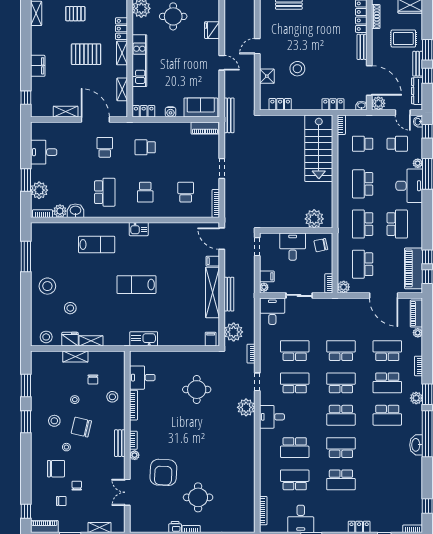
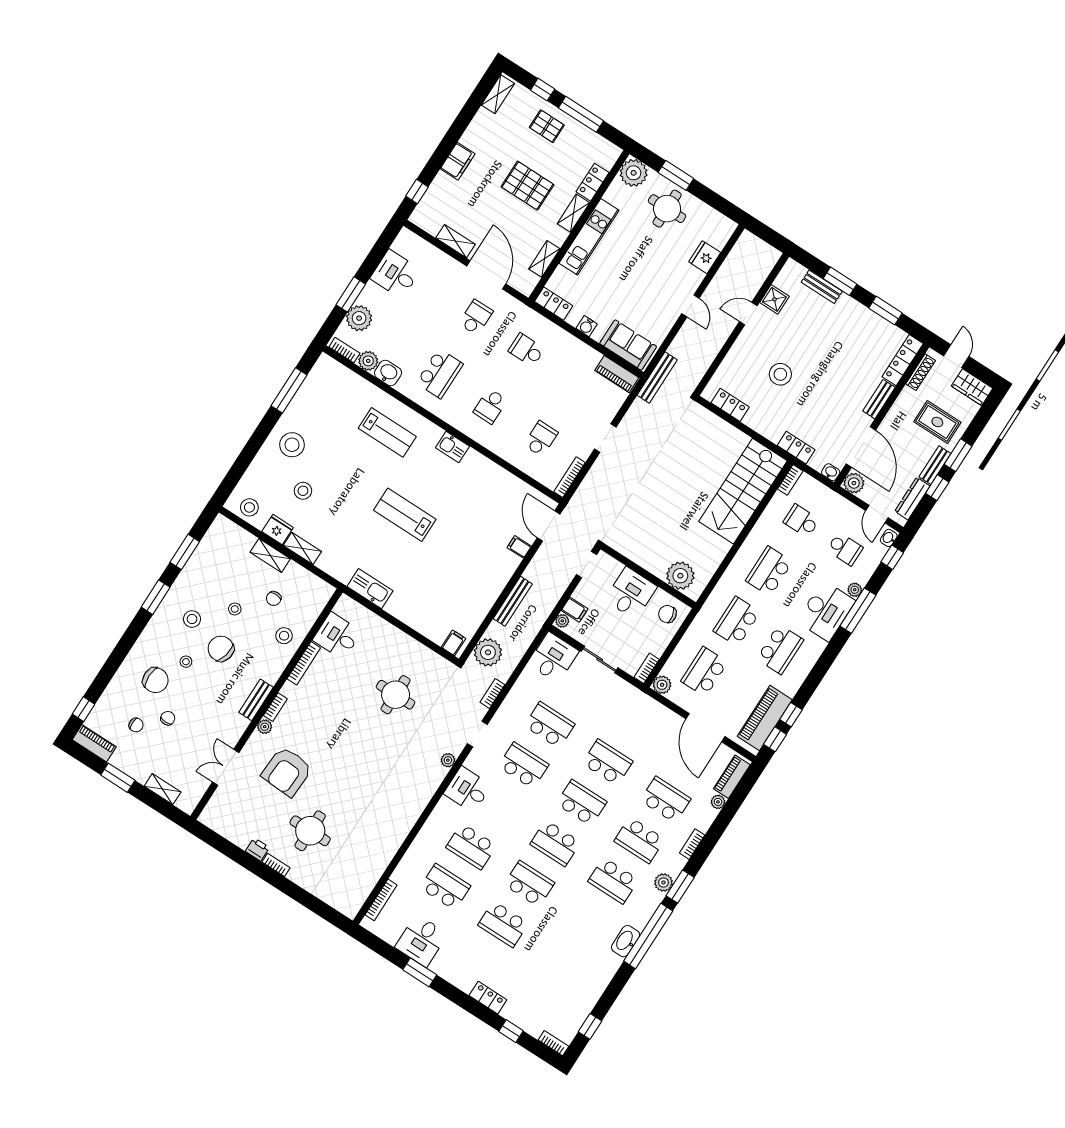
shower: (267, 76) -> (774, 299), moved
shelving: (212, 292) -> (494, 586), removed
plant: (246, 407) -> (448, 760), width x0.53, depth x0.53

